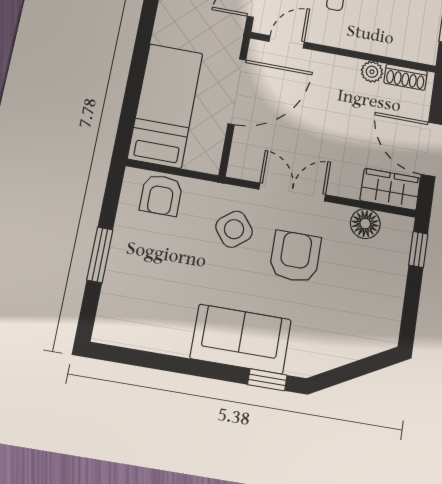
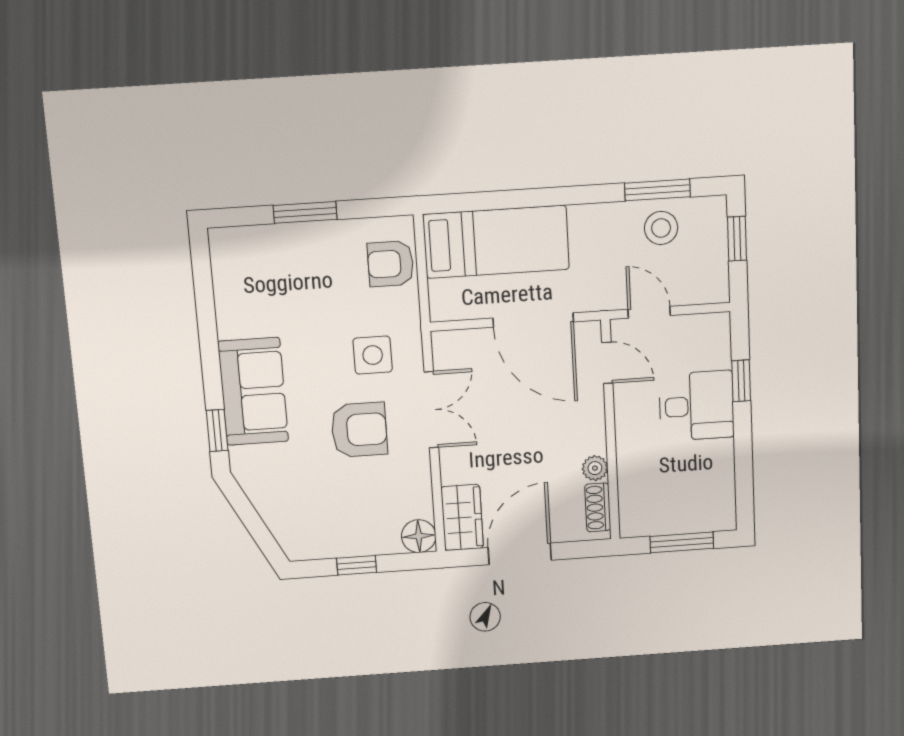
floor lamp: (365, 224) -> (419, 536), moved
side table: (234, 229) -> (373, 355), turned 38
window: (418, 249) -> (357, 565), moved

